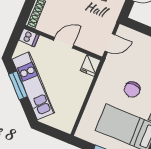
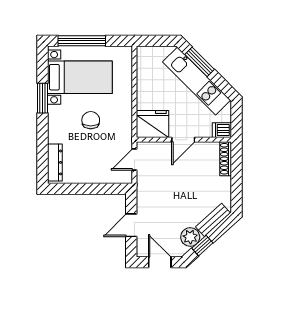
fridge: (91, 65) -> (153, 124), width x1.88, depth x1.34
window: (18, 85) -> (200, 62), moved

